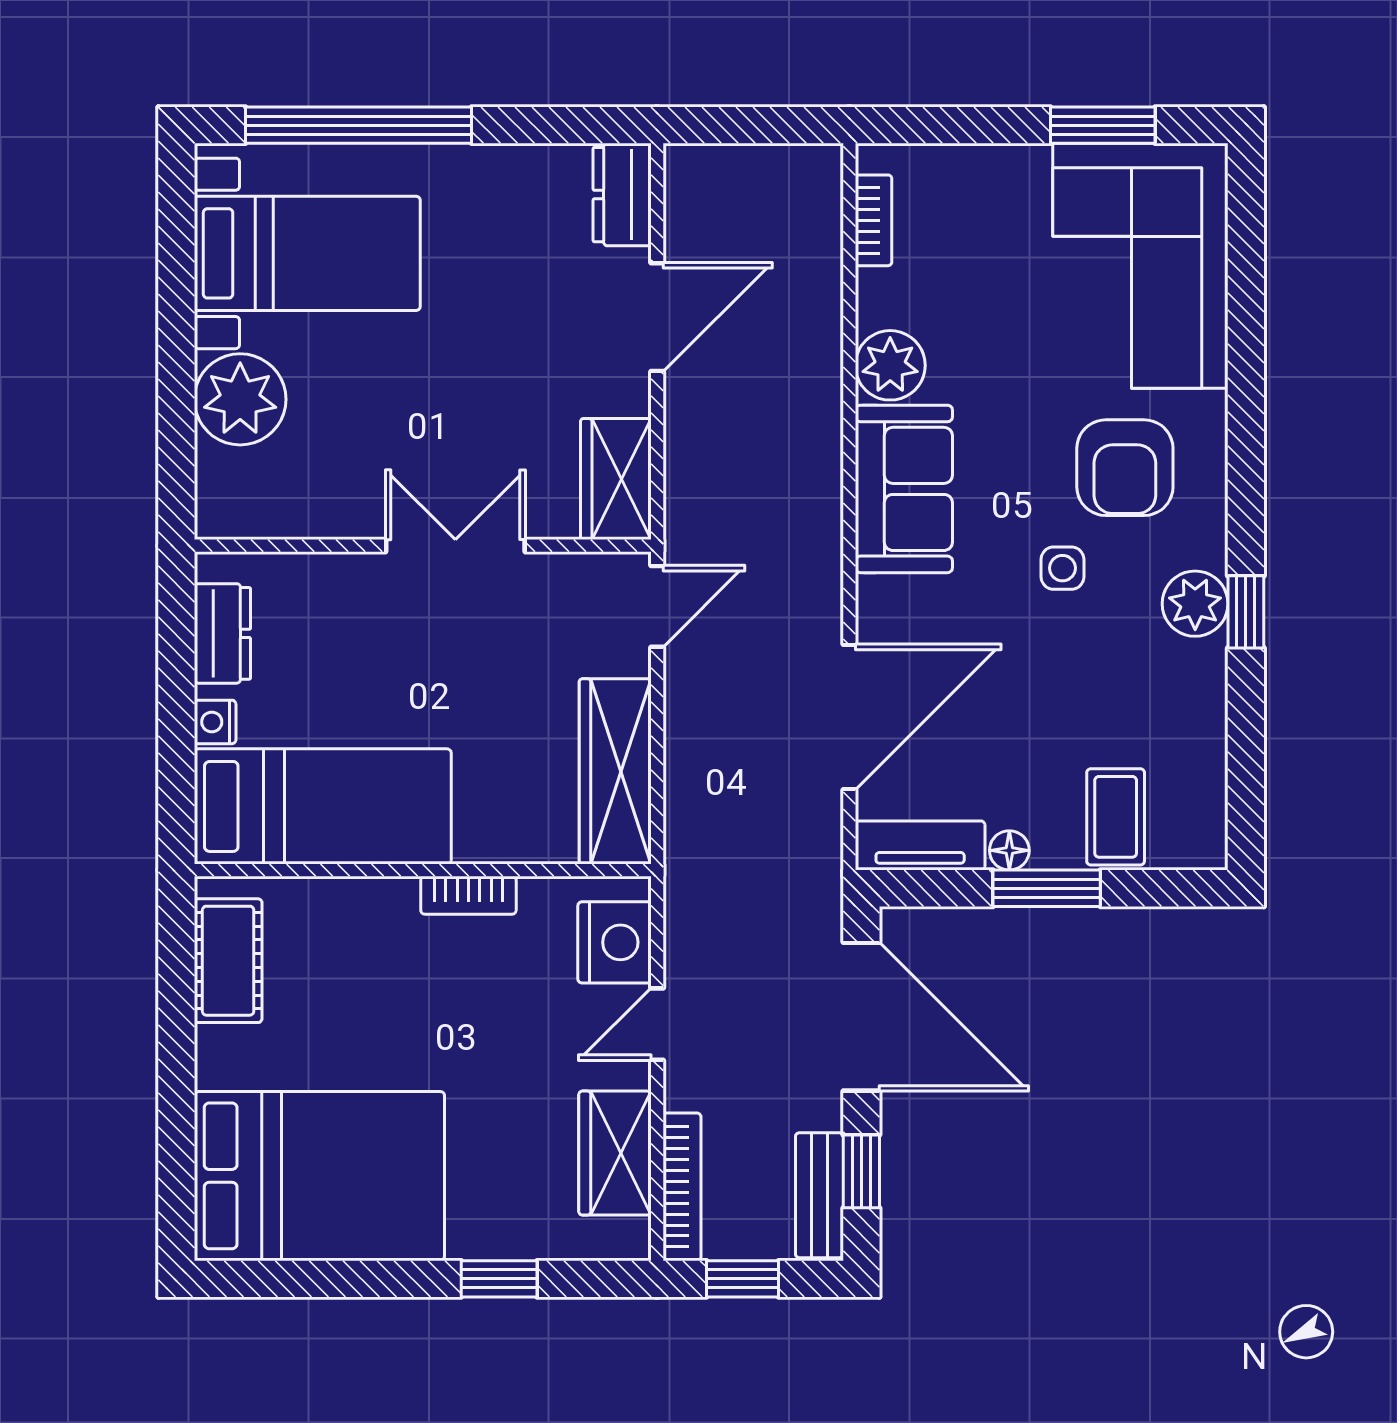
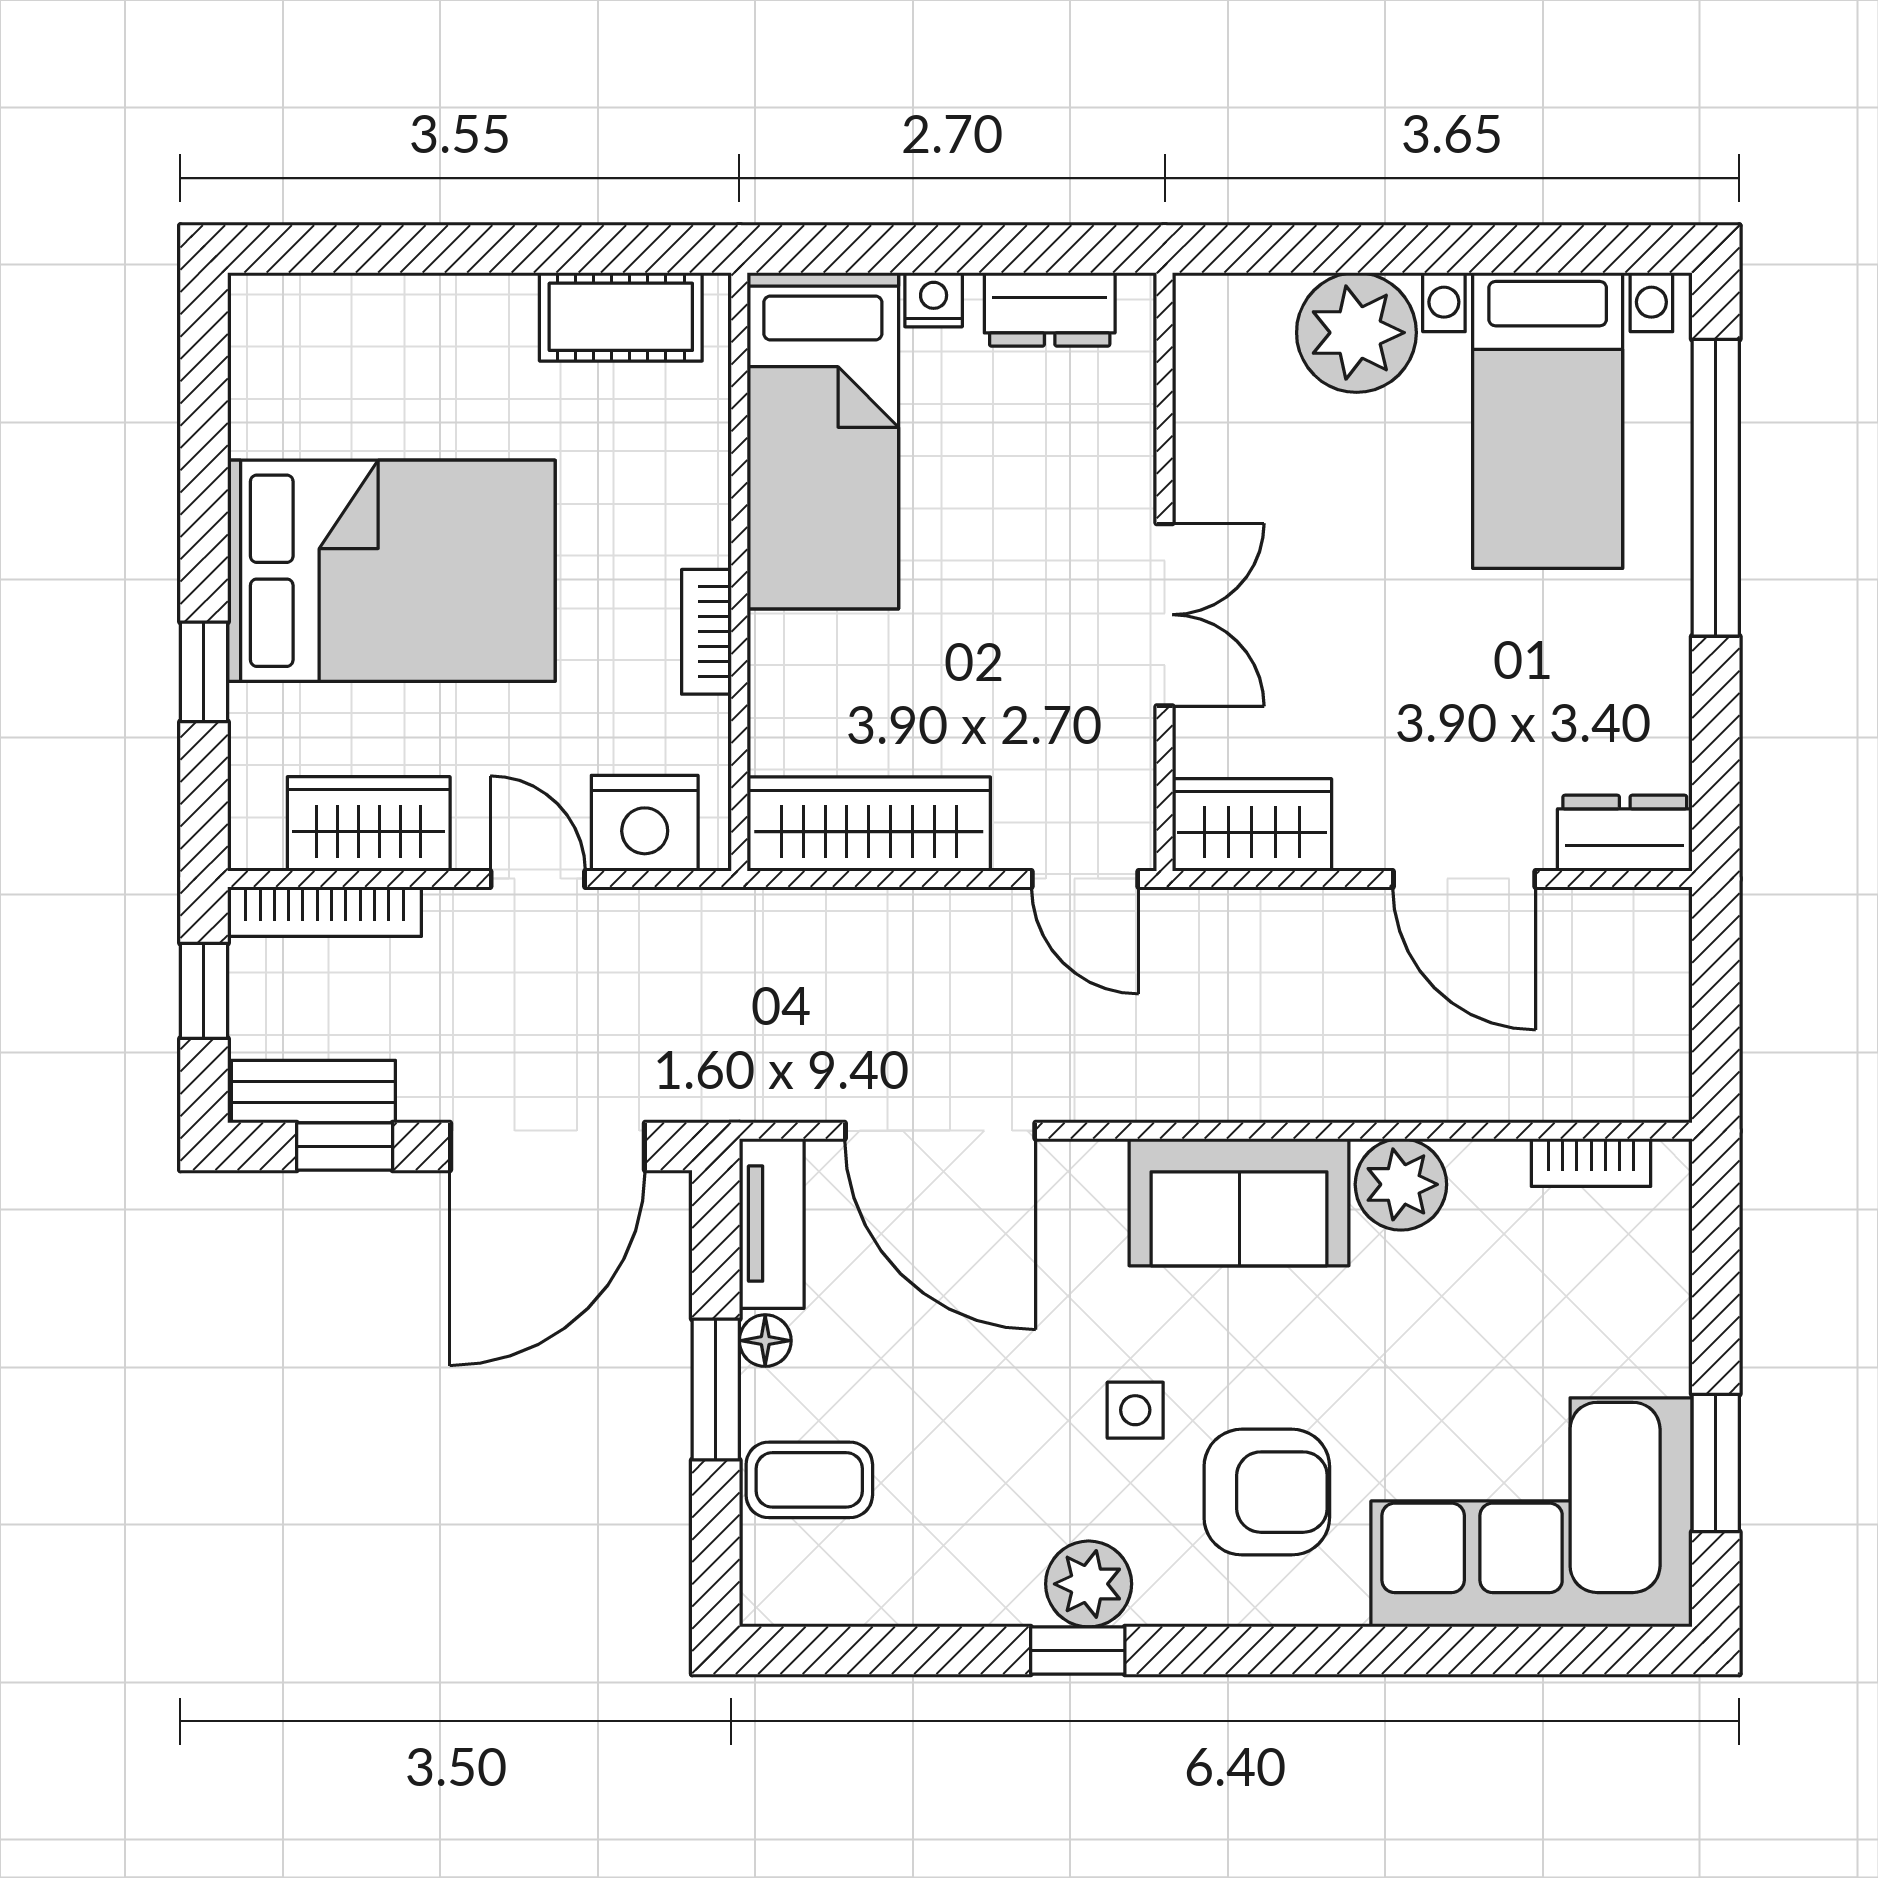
armchair: (1125, 468) -> (1267, 1492), turned 180
bed: (319, 1176) -> (391, 571), moved, turned -90

